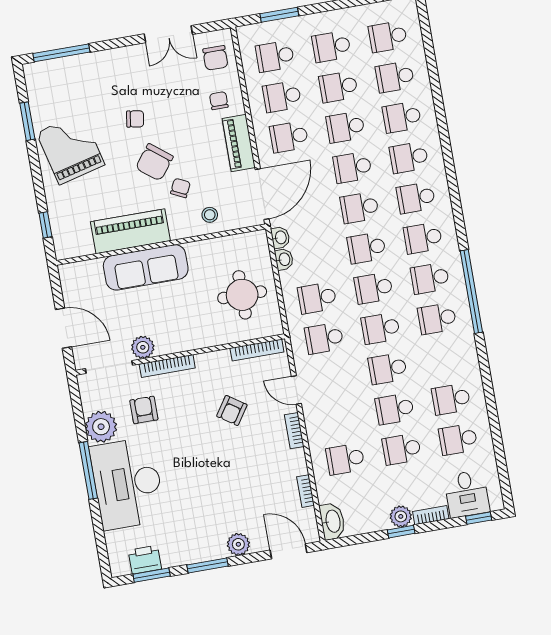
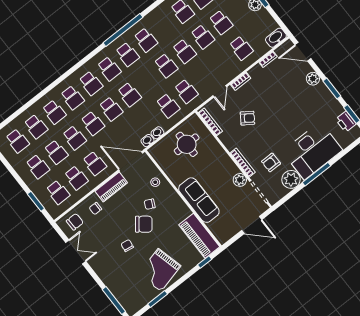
piano: (130, 231) -> (199, 236), moved
school desk: (374, 288) -> (148, 80), removed
door: (63, 328) -> (252, 225), swing flipped
door: (288, 551) -> (303, 52), hinge flipped

